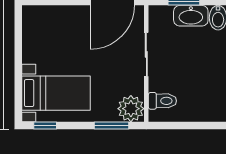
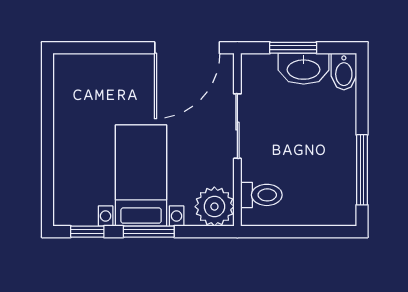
bed with nightstands: (56, 93) -> (141, 176), moved, turned -90
window: (112, 126) -> (149, 232), moved

